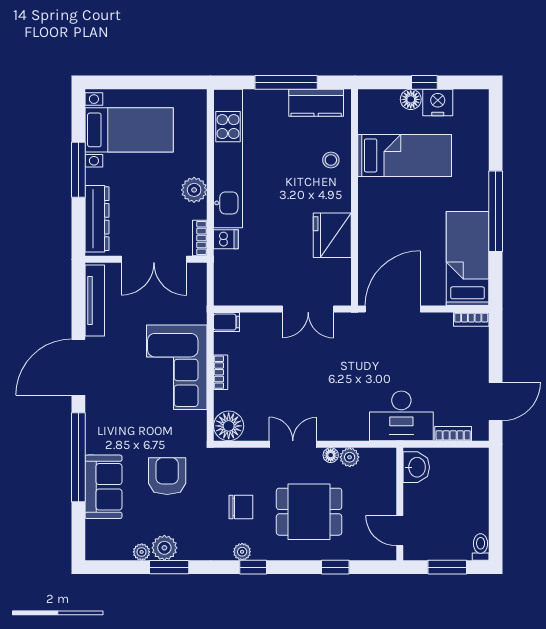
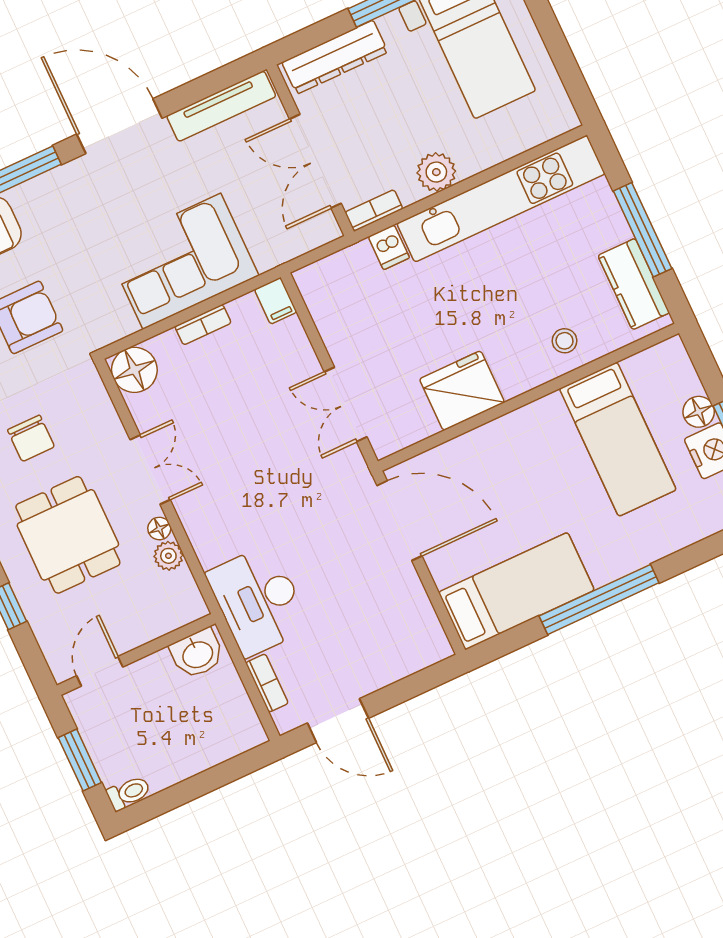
bookcase: (471, 319) -> (435, 635), removed

